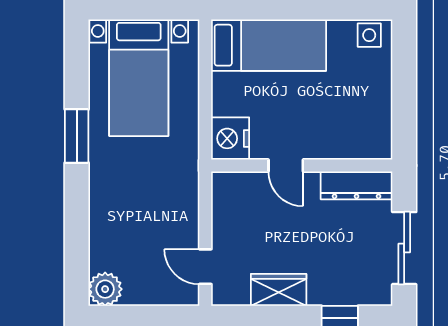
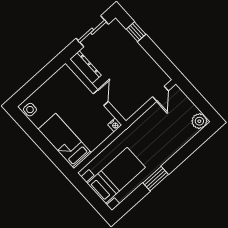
nightstand: (230, 138) -> (115, 125), width x0.53, depth x0.56
wardrobe: (279, 290) -> (146, 61), removed

